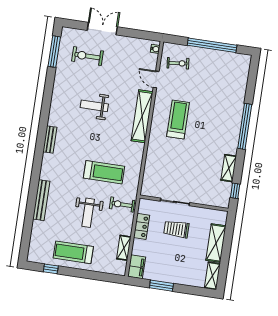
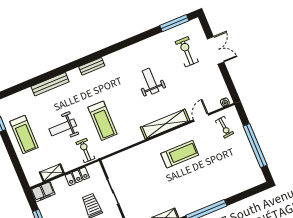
bench: (50, 140) -> (92, 66), moved
treadmill: (73, 252) -> (24, 135), turned 180

